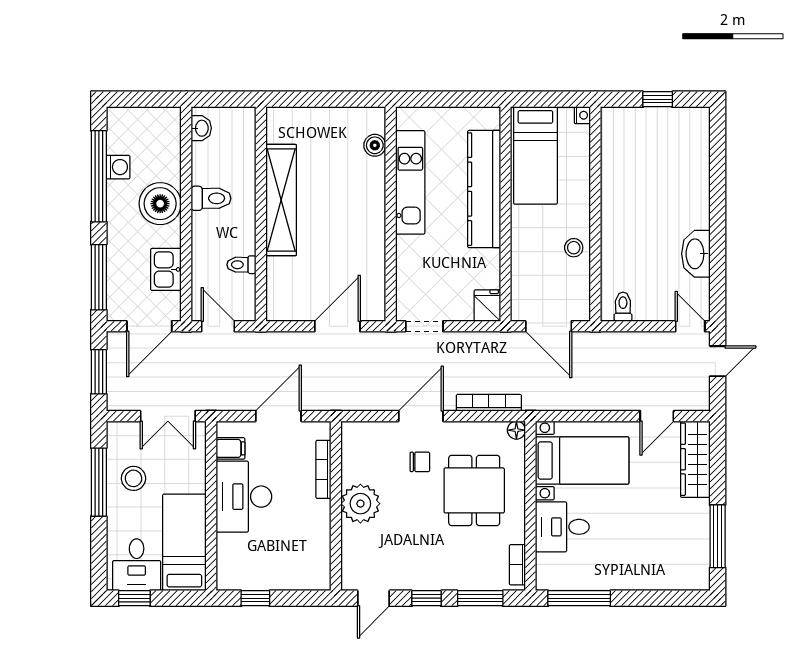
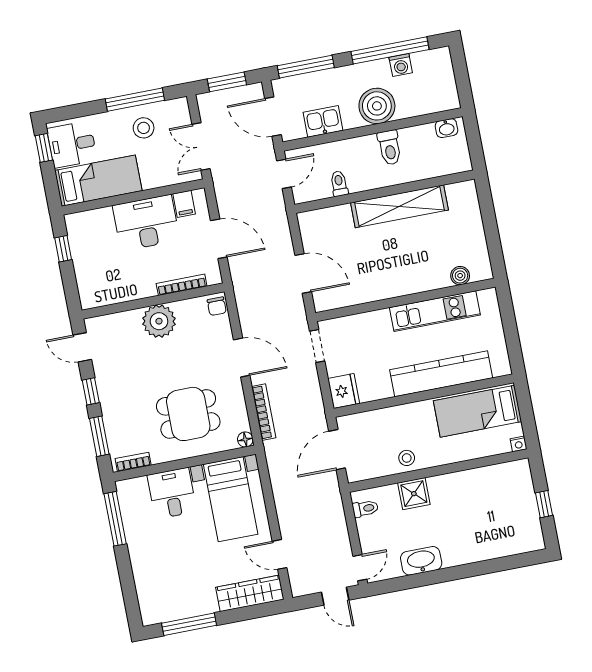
shower: (617, 247) -> (414, 494), added
fridge: (487, 306) -> (344, 391), width x1.38
chair: (420, 462) -> (217, 306), moved

